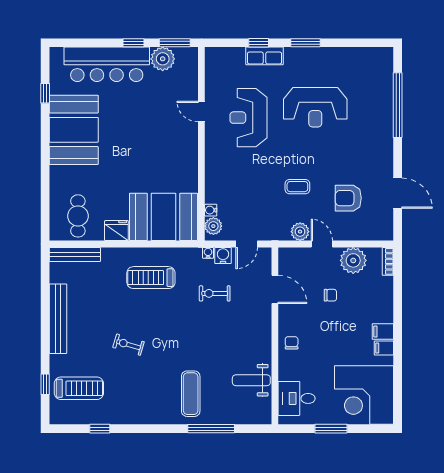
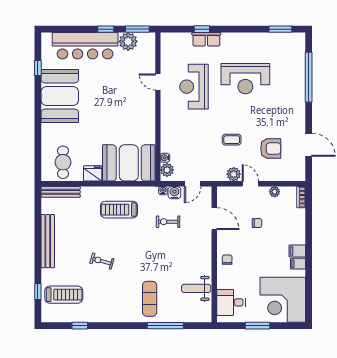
window: (306, 43) -> (280, 29), moved
armchair: (348, 198) -> (271, 149), turned 180
plant: (353, 260) -> (275, 192), width x0.53, depth x0.53

